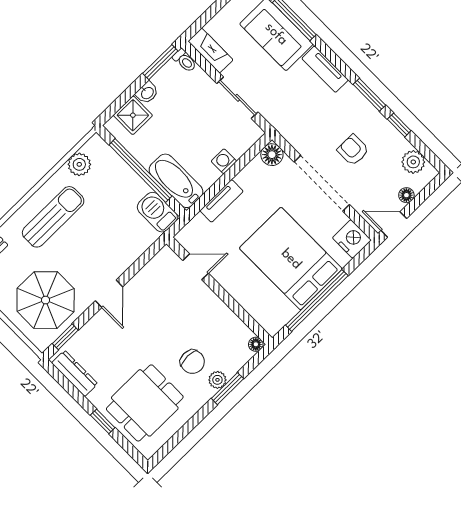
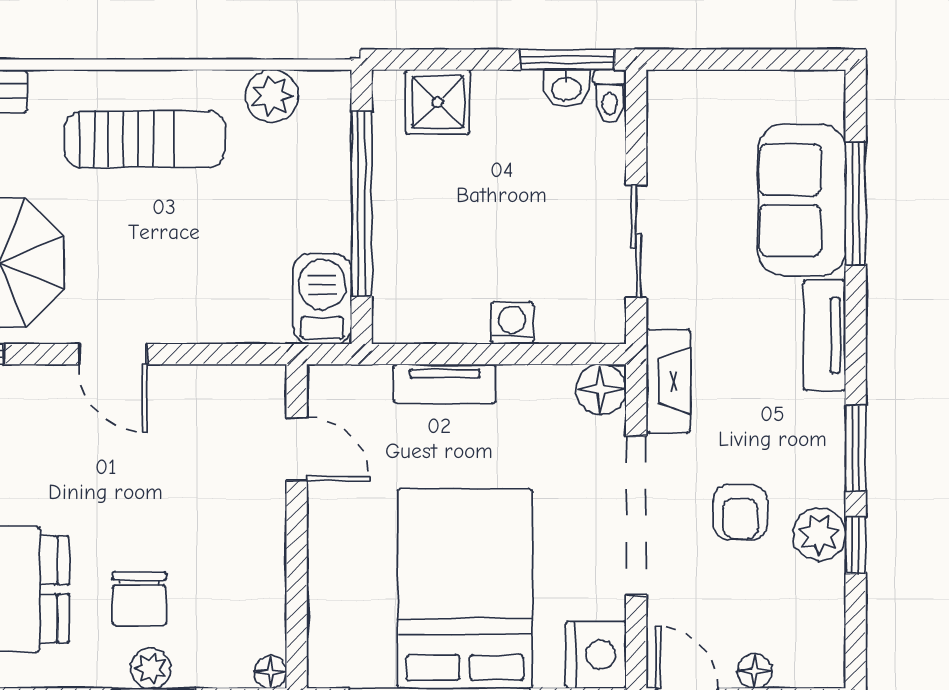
fireplace: (211, 51) -> (668, 381), moved
washbasin: (147, 93) -> (566, 88), moved
armchair: (353, 150) -> (740, 512), turned 180
plant: (413, 162) -> (819, 534), moved
bathtub: (176, 181) -> (403, 278), removed
door: (109, 294) -> (113, 354), hinge flipped

